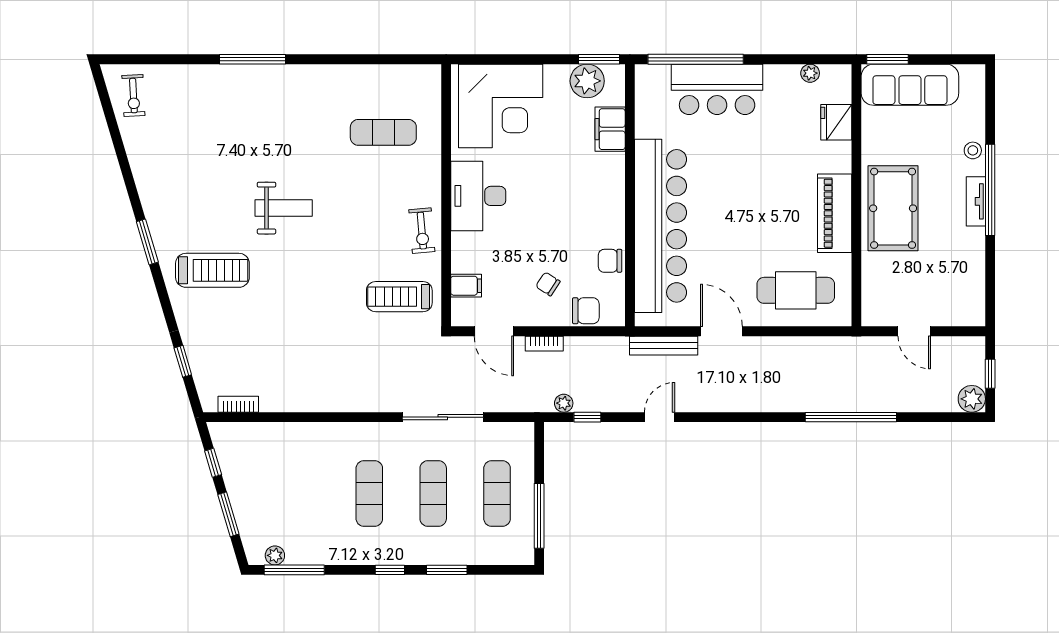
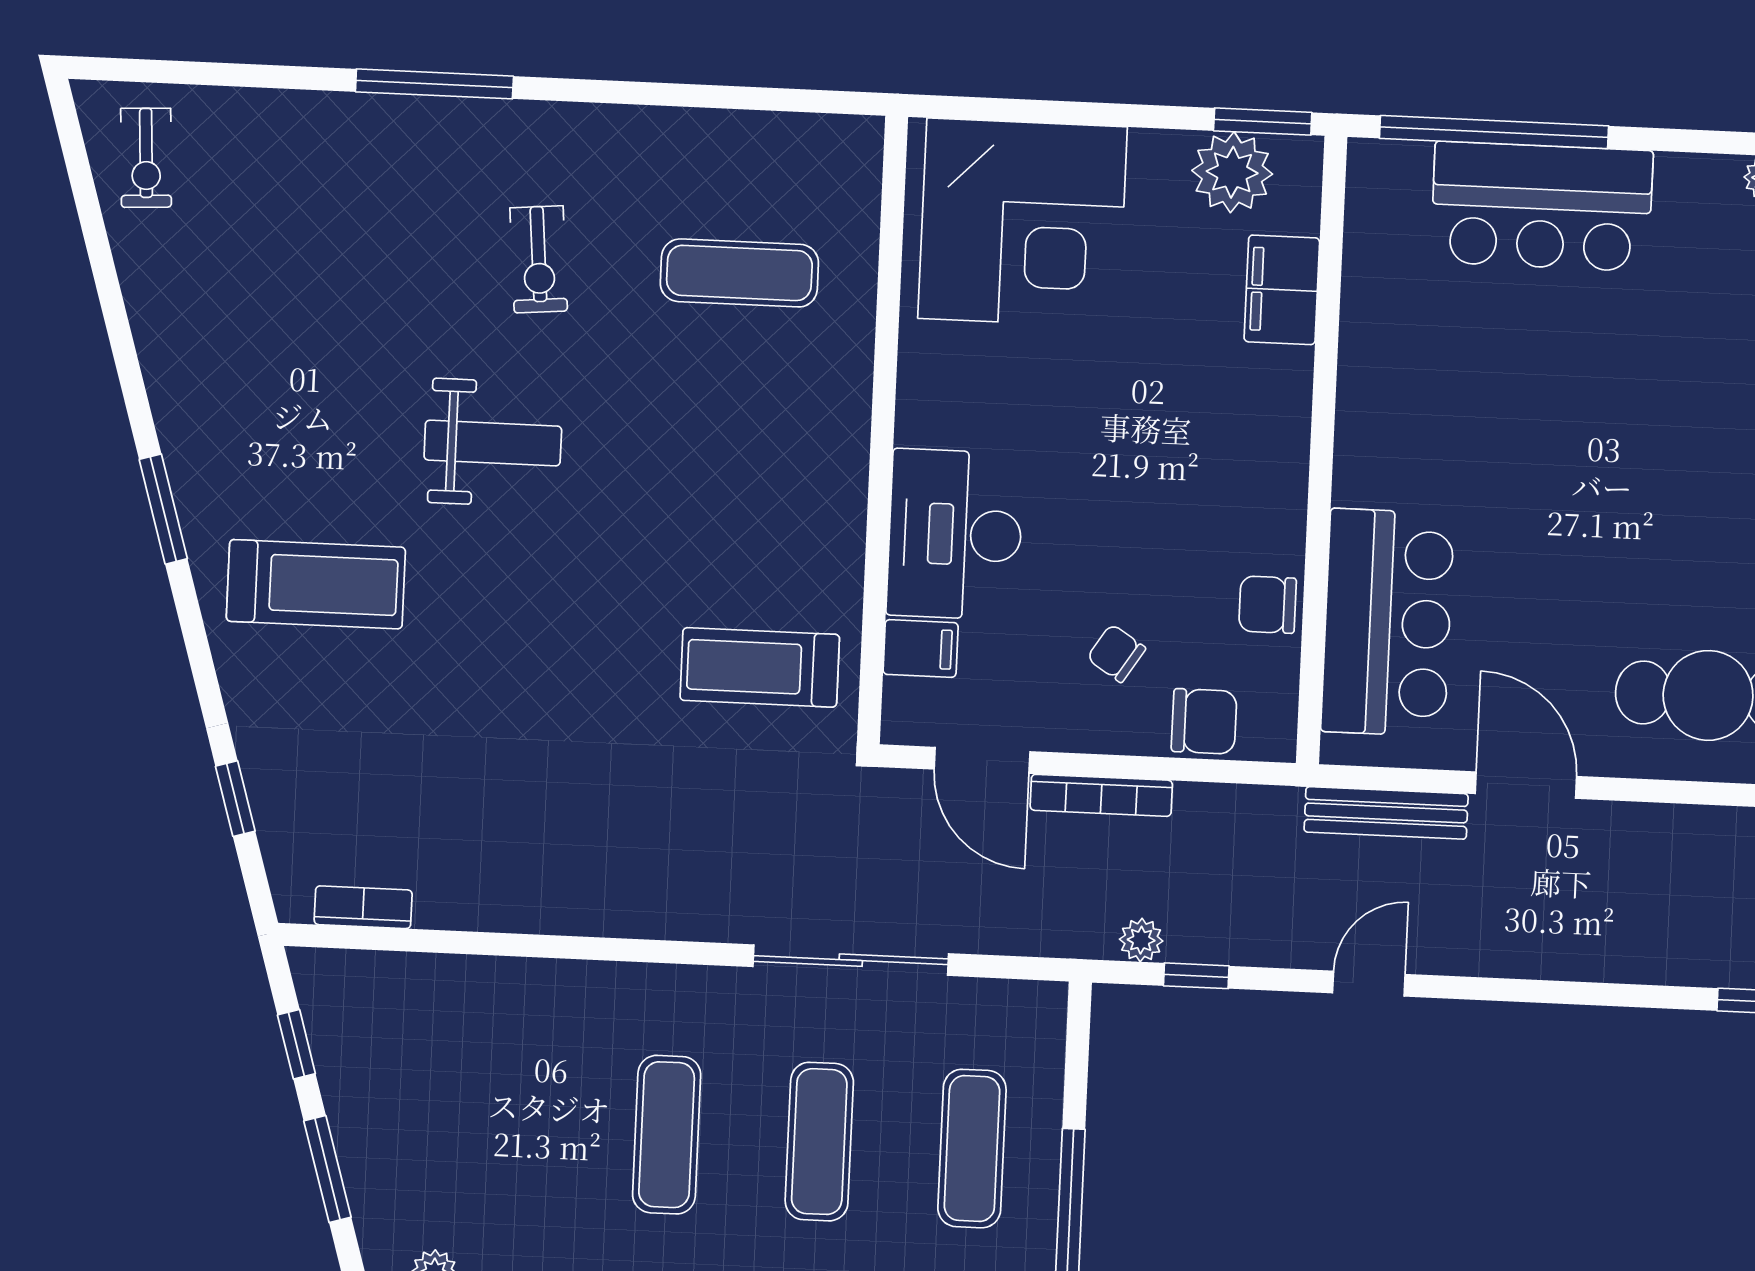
desk: (478, 196) -> (955, 534), moved
bar counter: (661, 226) -> (1387, 623), width x0.54
exercise bike: (422, 231) -> (539, 259), moved
bookcase: (544, 344) -> (1101, 795), width x1.56

